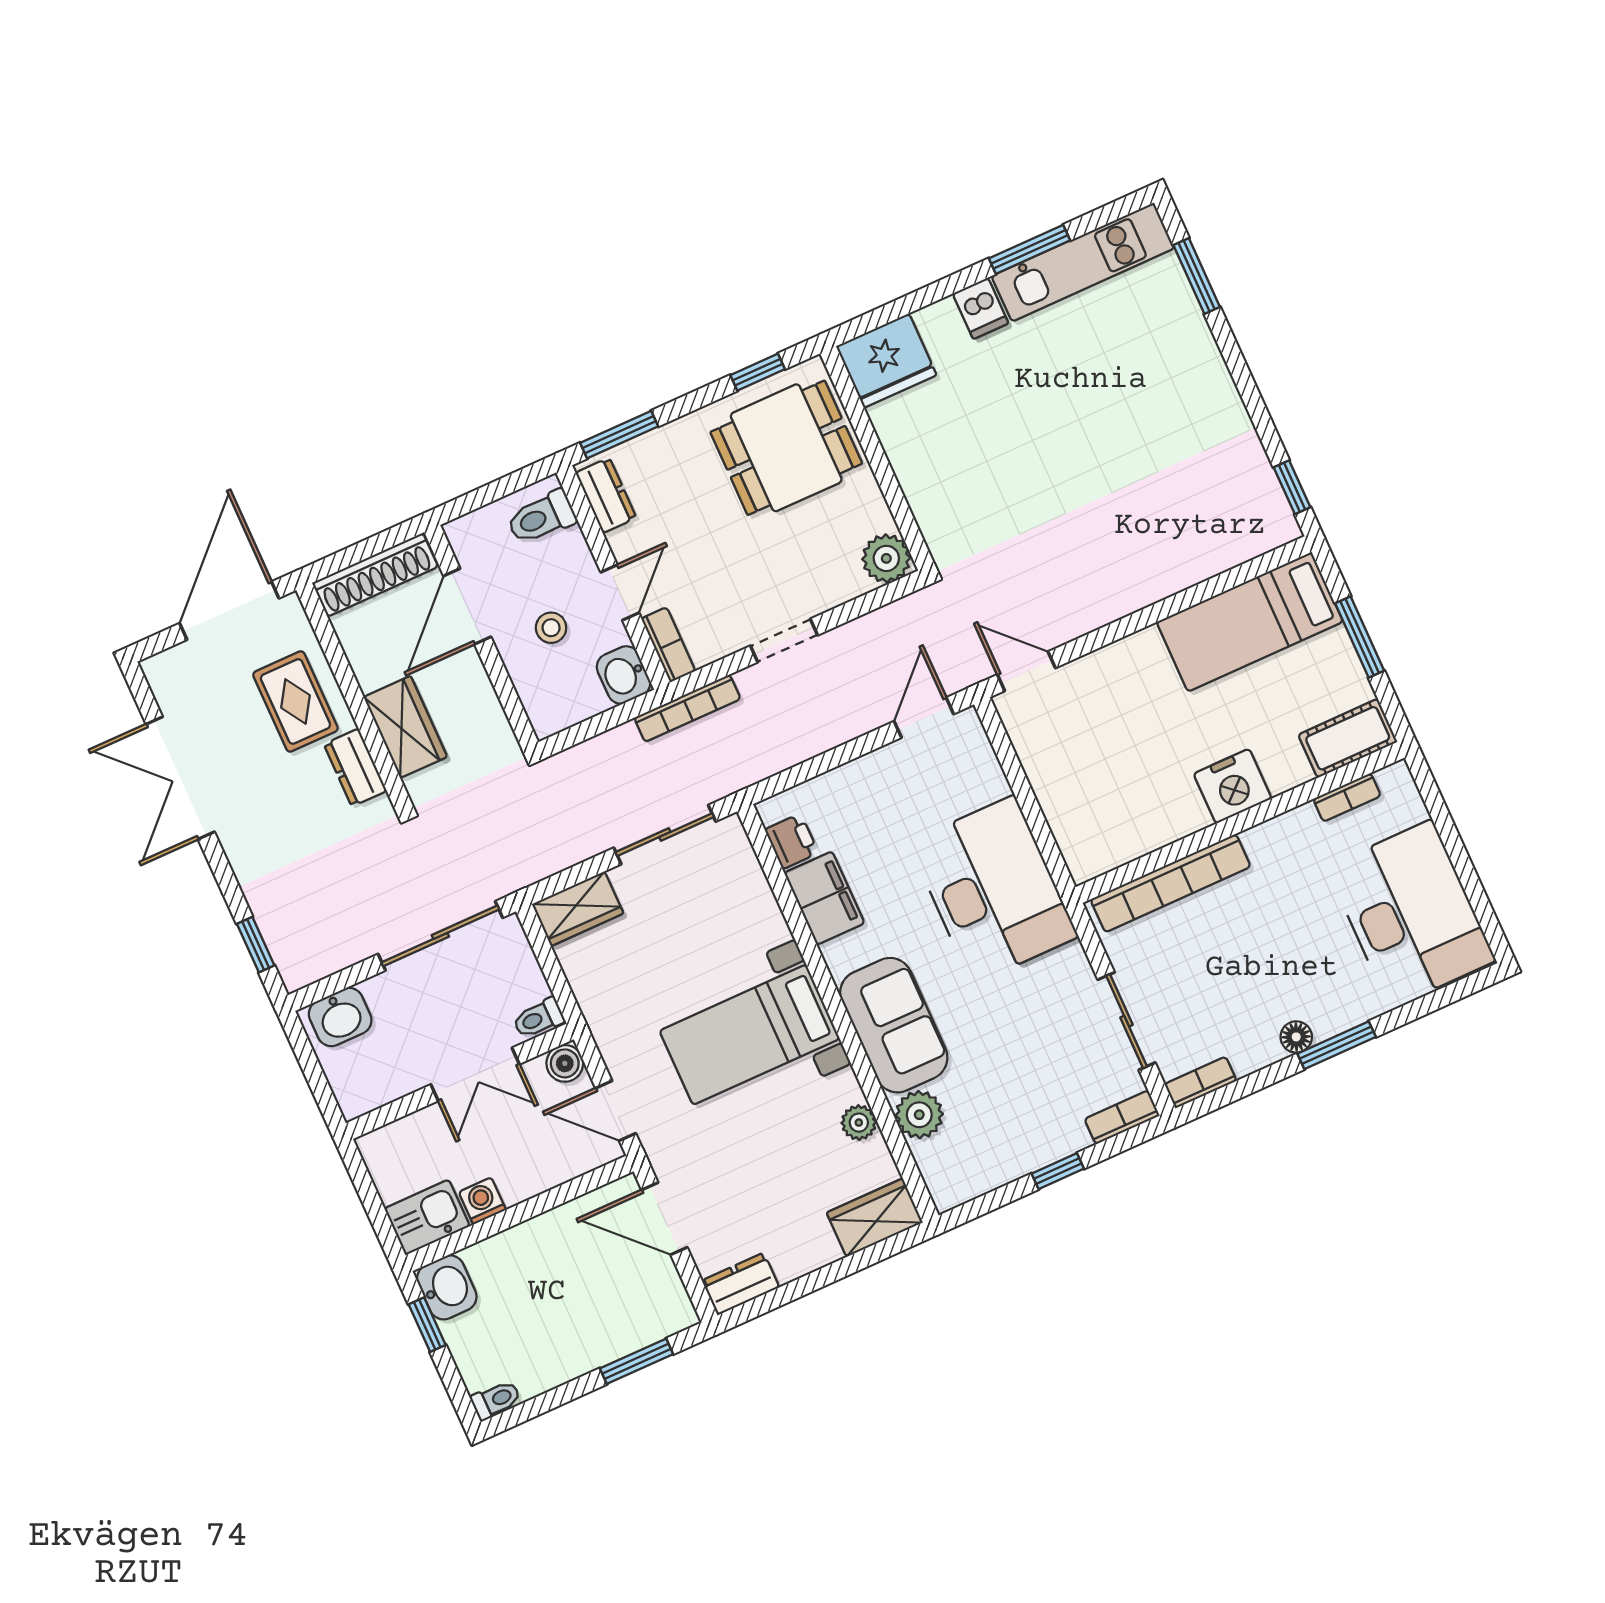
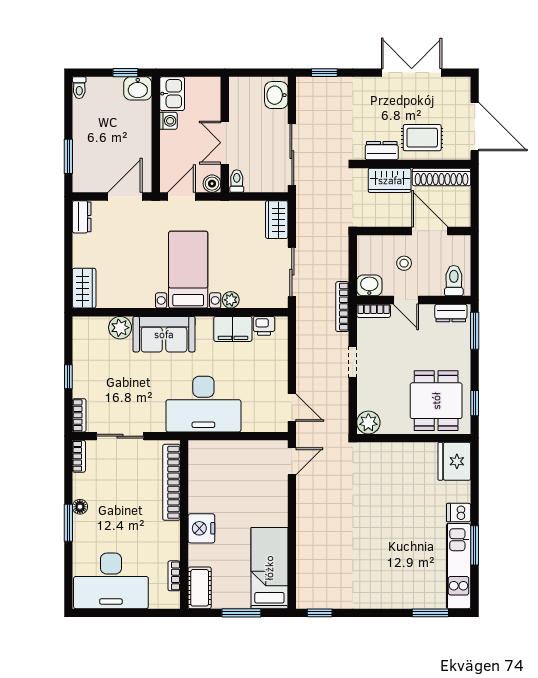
shoe rack: (375, 575) -> (442, 177), moved, turned -90
plant: (859, 1123) -> (231, 300), moved

